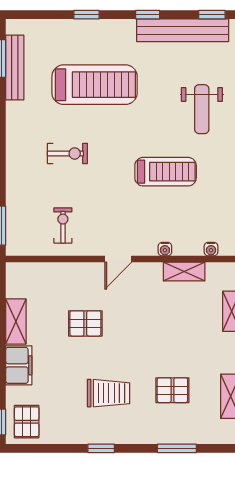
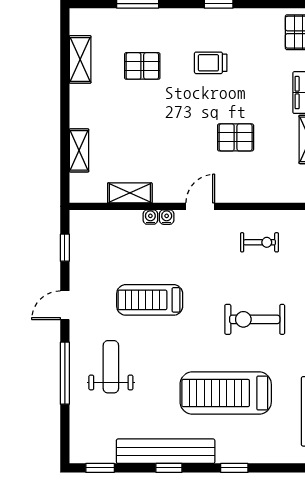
bench: (183, 30) -> (166, 451), moved
exercise bike: (67, 153) -> (255, 319), width x1.38, depth x1.39
exercise bike: (63, 225) -> (260, 242), turned -90
water cooler: (211, 249) -> (167, 217), moved
trolley: (109, 393) -> (211, 63), width x0.73, depth x0.72

